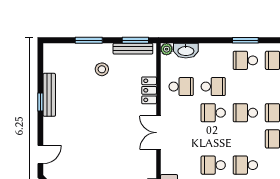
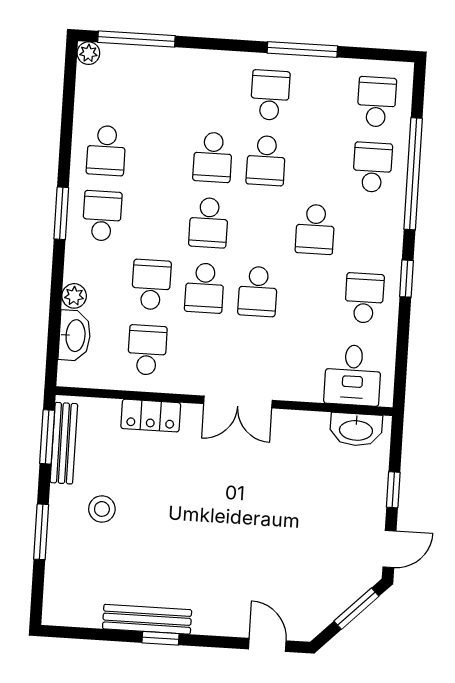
plant: (167, 49) -> (74, 296), moved
school desk: (245, 60) -> (102, 216), turned 180
school desk: (213, 165) -> (258, 291), moved

